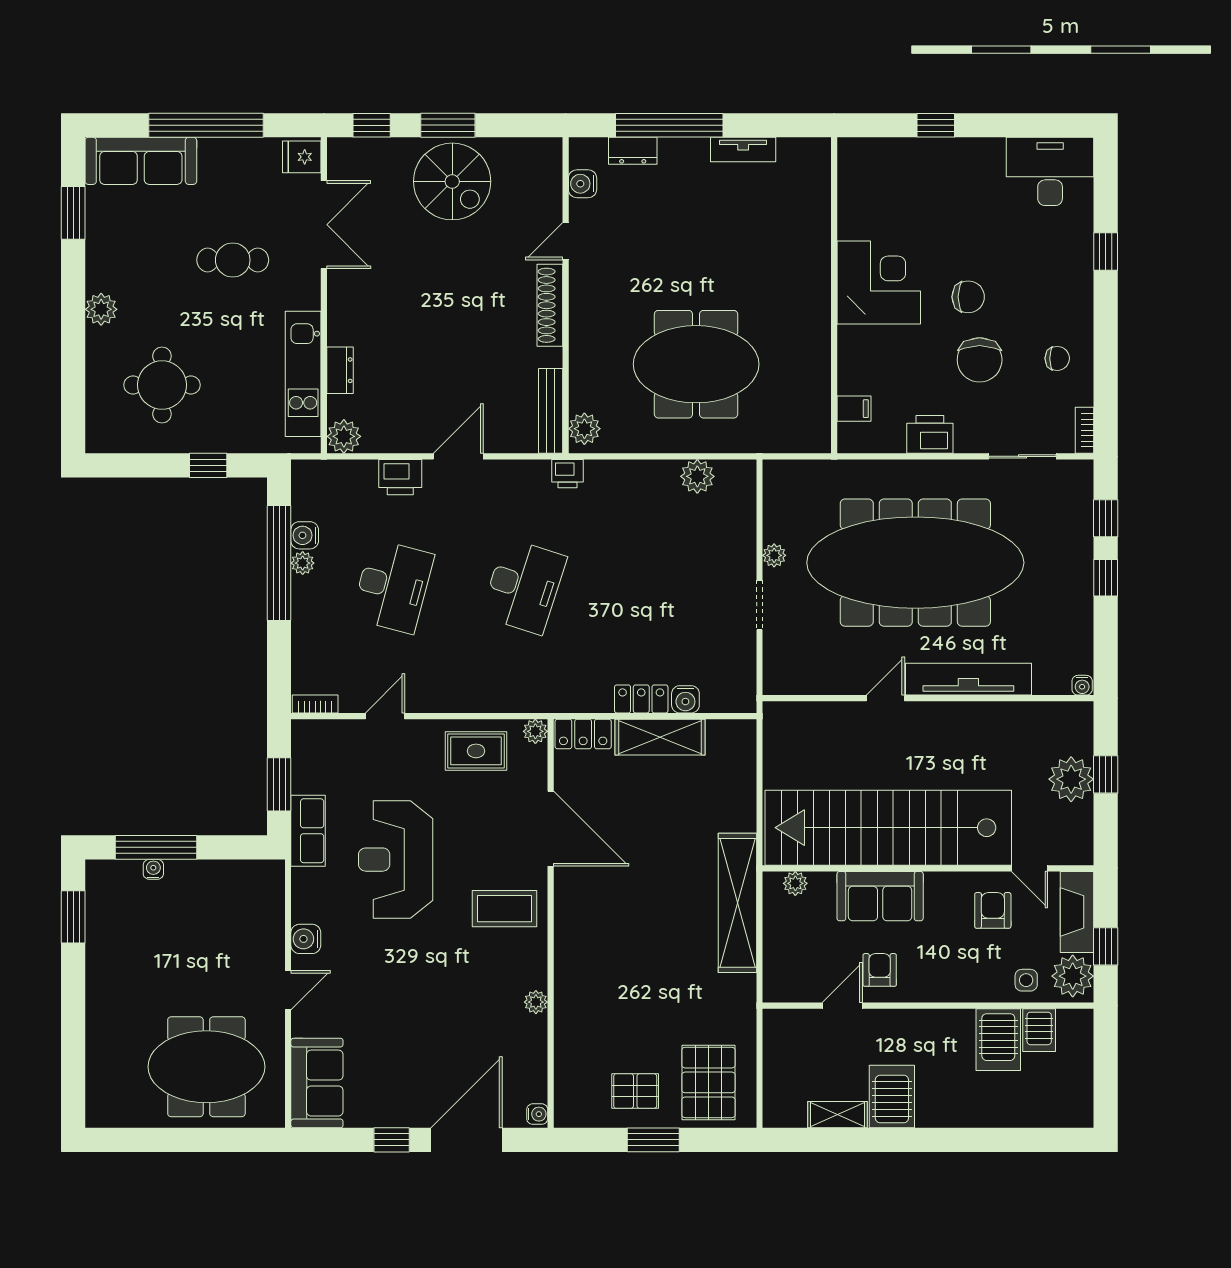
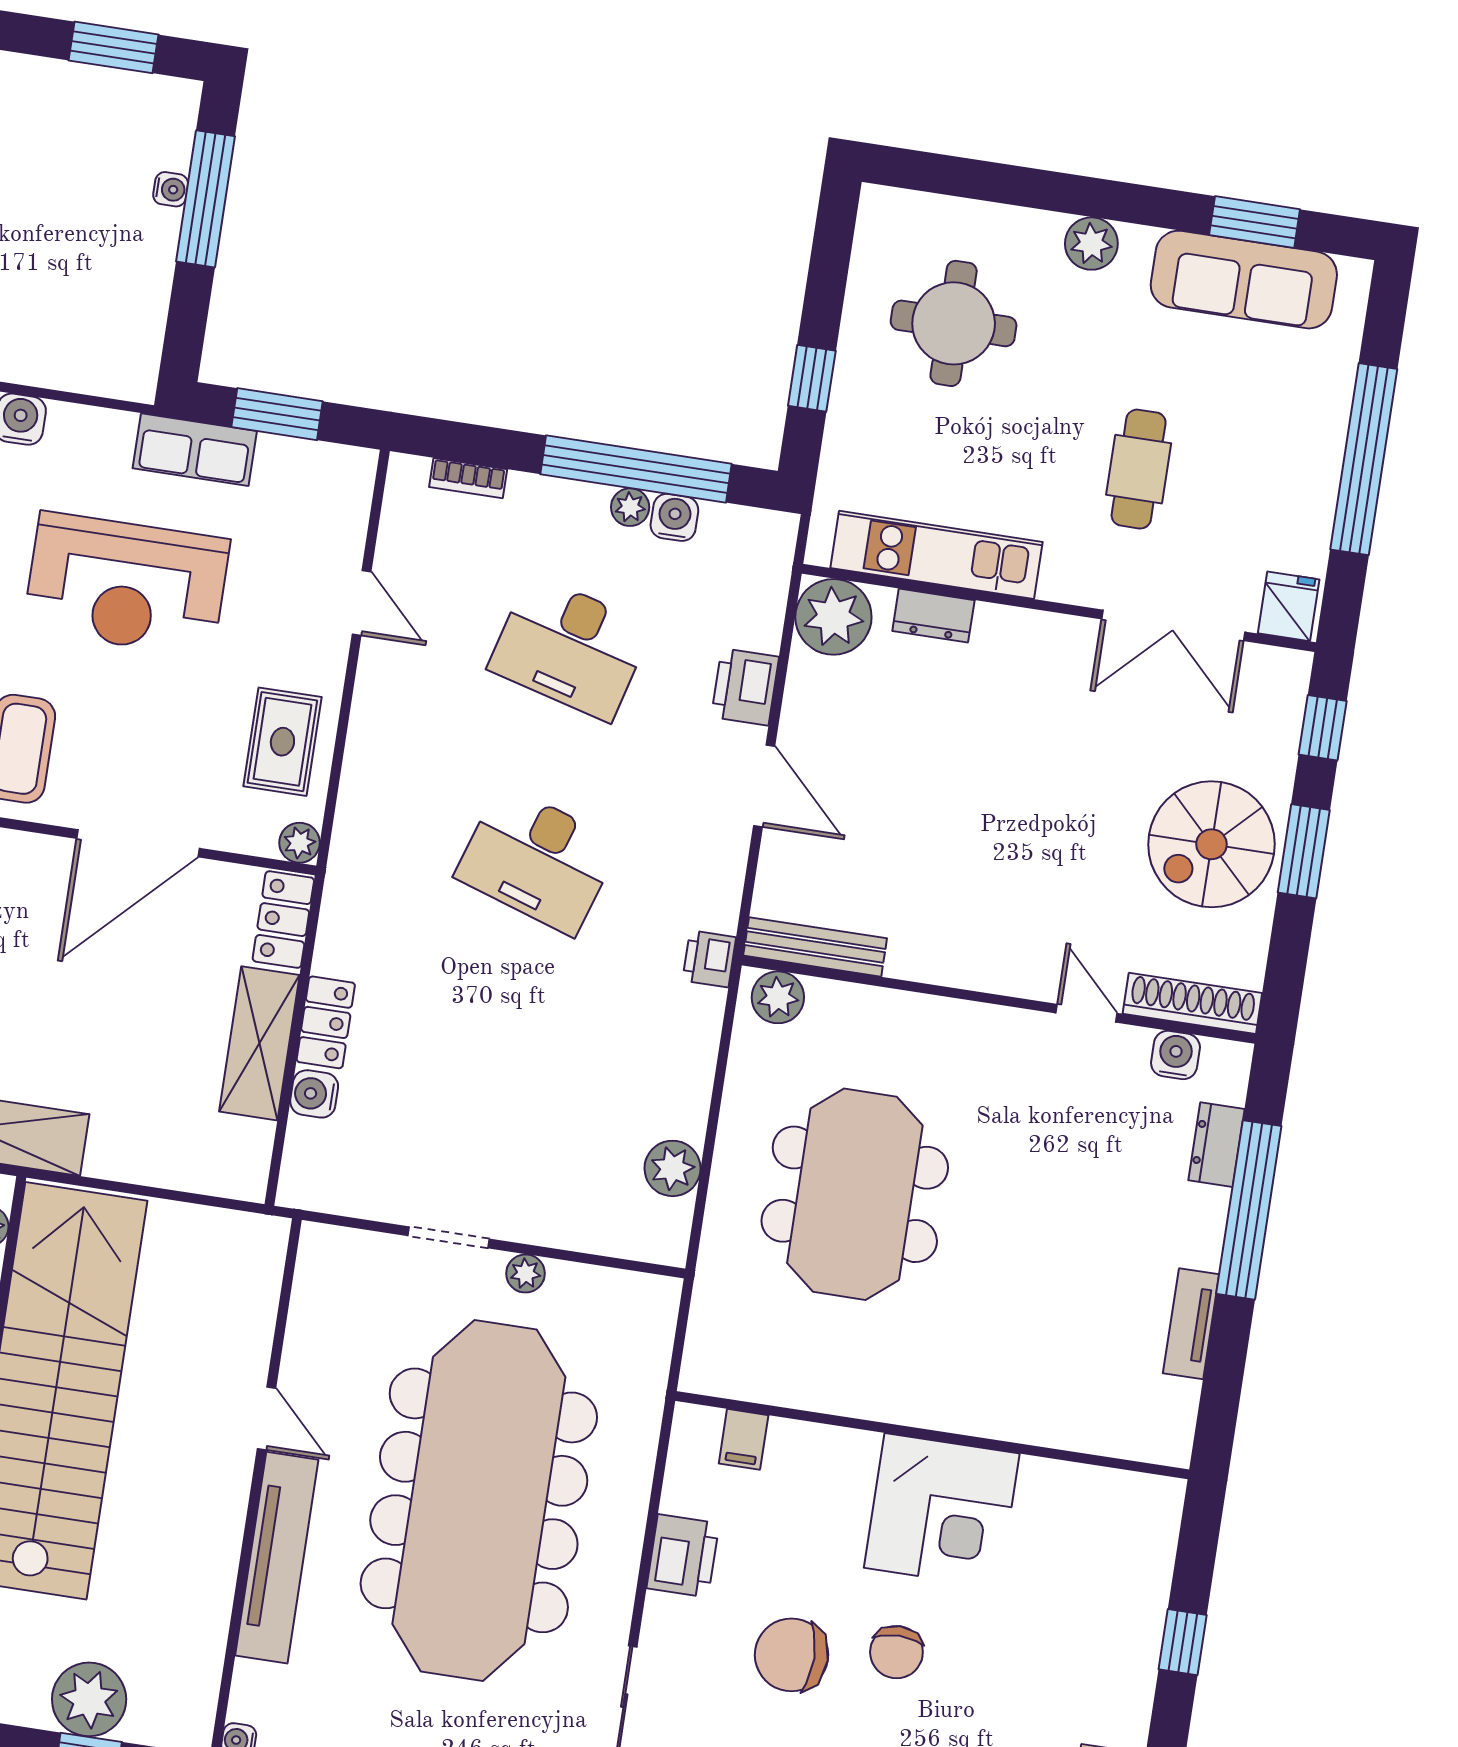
sofa: (141, 161) -> (1244, 280), moved, turned -90
shoe rack: (550, 305) -> (1192, 1003), moved
plant: (344, 436) -> (833, 617), width x1.36, depth x1.36
bookcase: (315, 704) -> (468, 478), moved, turned 90
reception desk: (396, 860) -> (126, 584), turned 180

